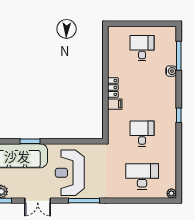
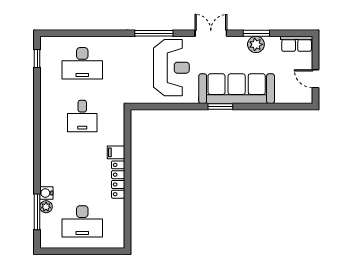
desk: (142, 48) -> (82, 221), width x1.37
locker: (113, 87) -> (118, 180), width x1.53
window: (179, 115) -> (37, 58), moved
plant: (171, 193) -> (46, 207), moved

